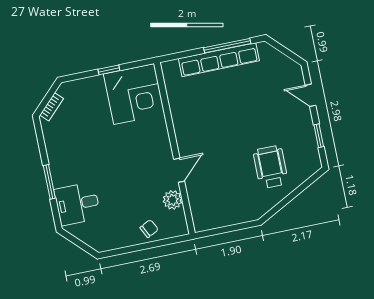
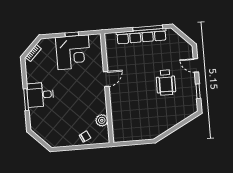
corner desk: (134, 94) -> (73, 52), moved
wheelchair: (271, 167) -> (166, 82), moved, turned 180
door: (179, 170) -> (106, 79), moved
desk: (77, 204) -> (40, 95), moved

